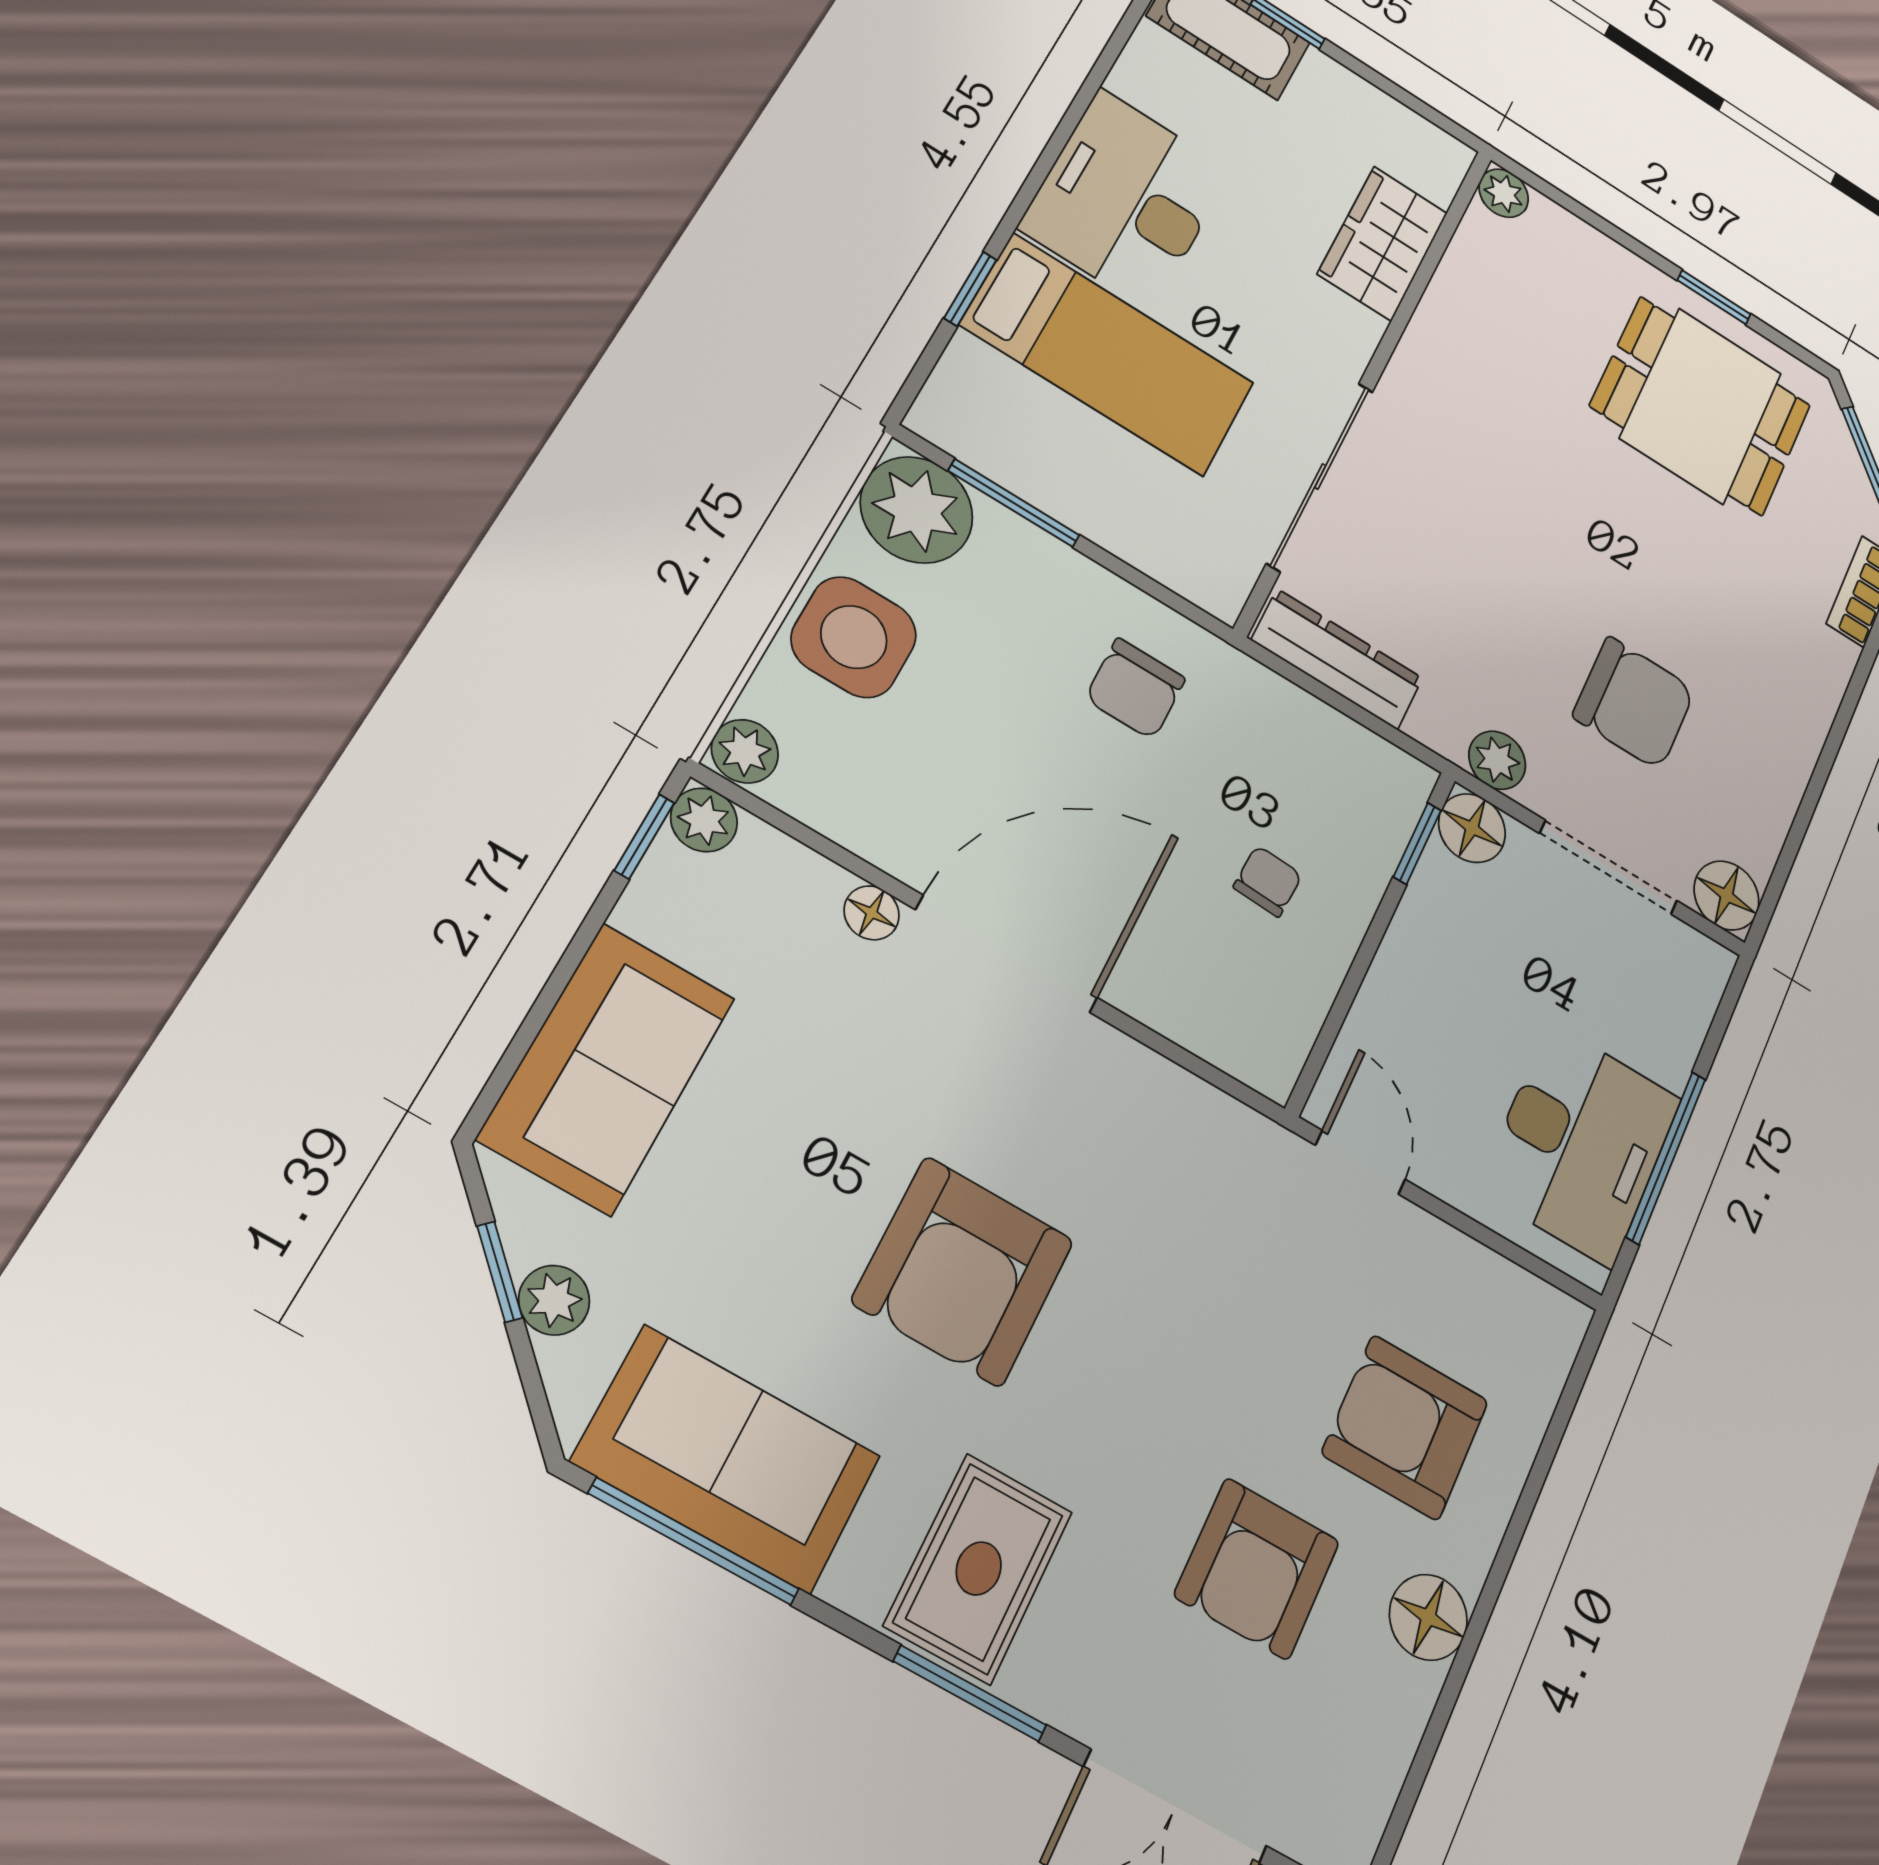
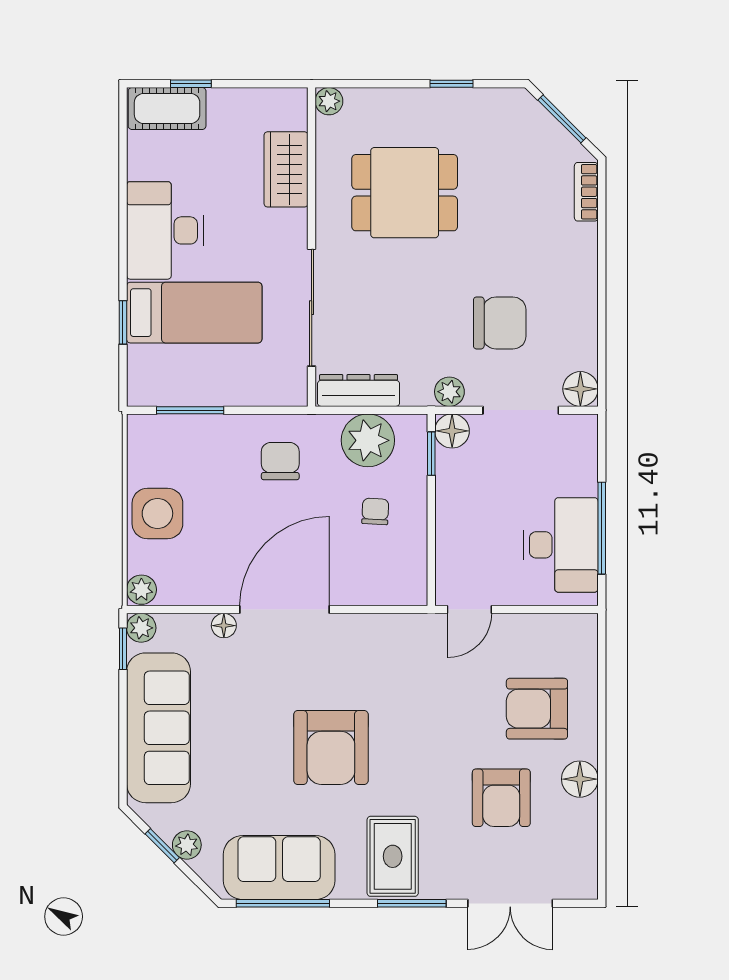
dining table: (1701, 406) -> (405, 193), moved
plant: (917, 510) -> (368, 440), moved
chair: (1135, 689) -> (280, 461), turned 180
sofa: (607, 1068) -> (159, 728), width x1.36
door: (1360, 1162) -> (469, 610), swing flipped

